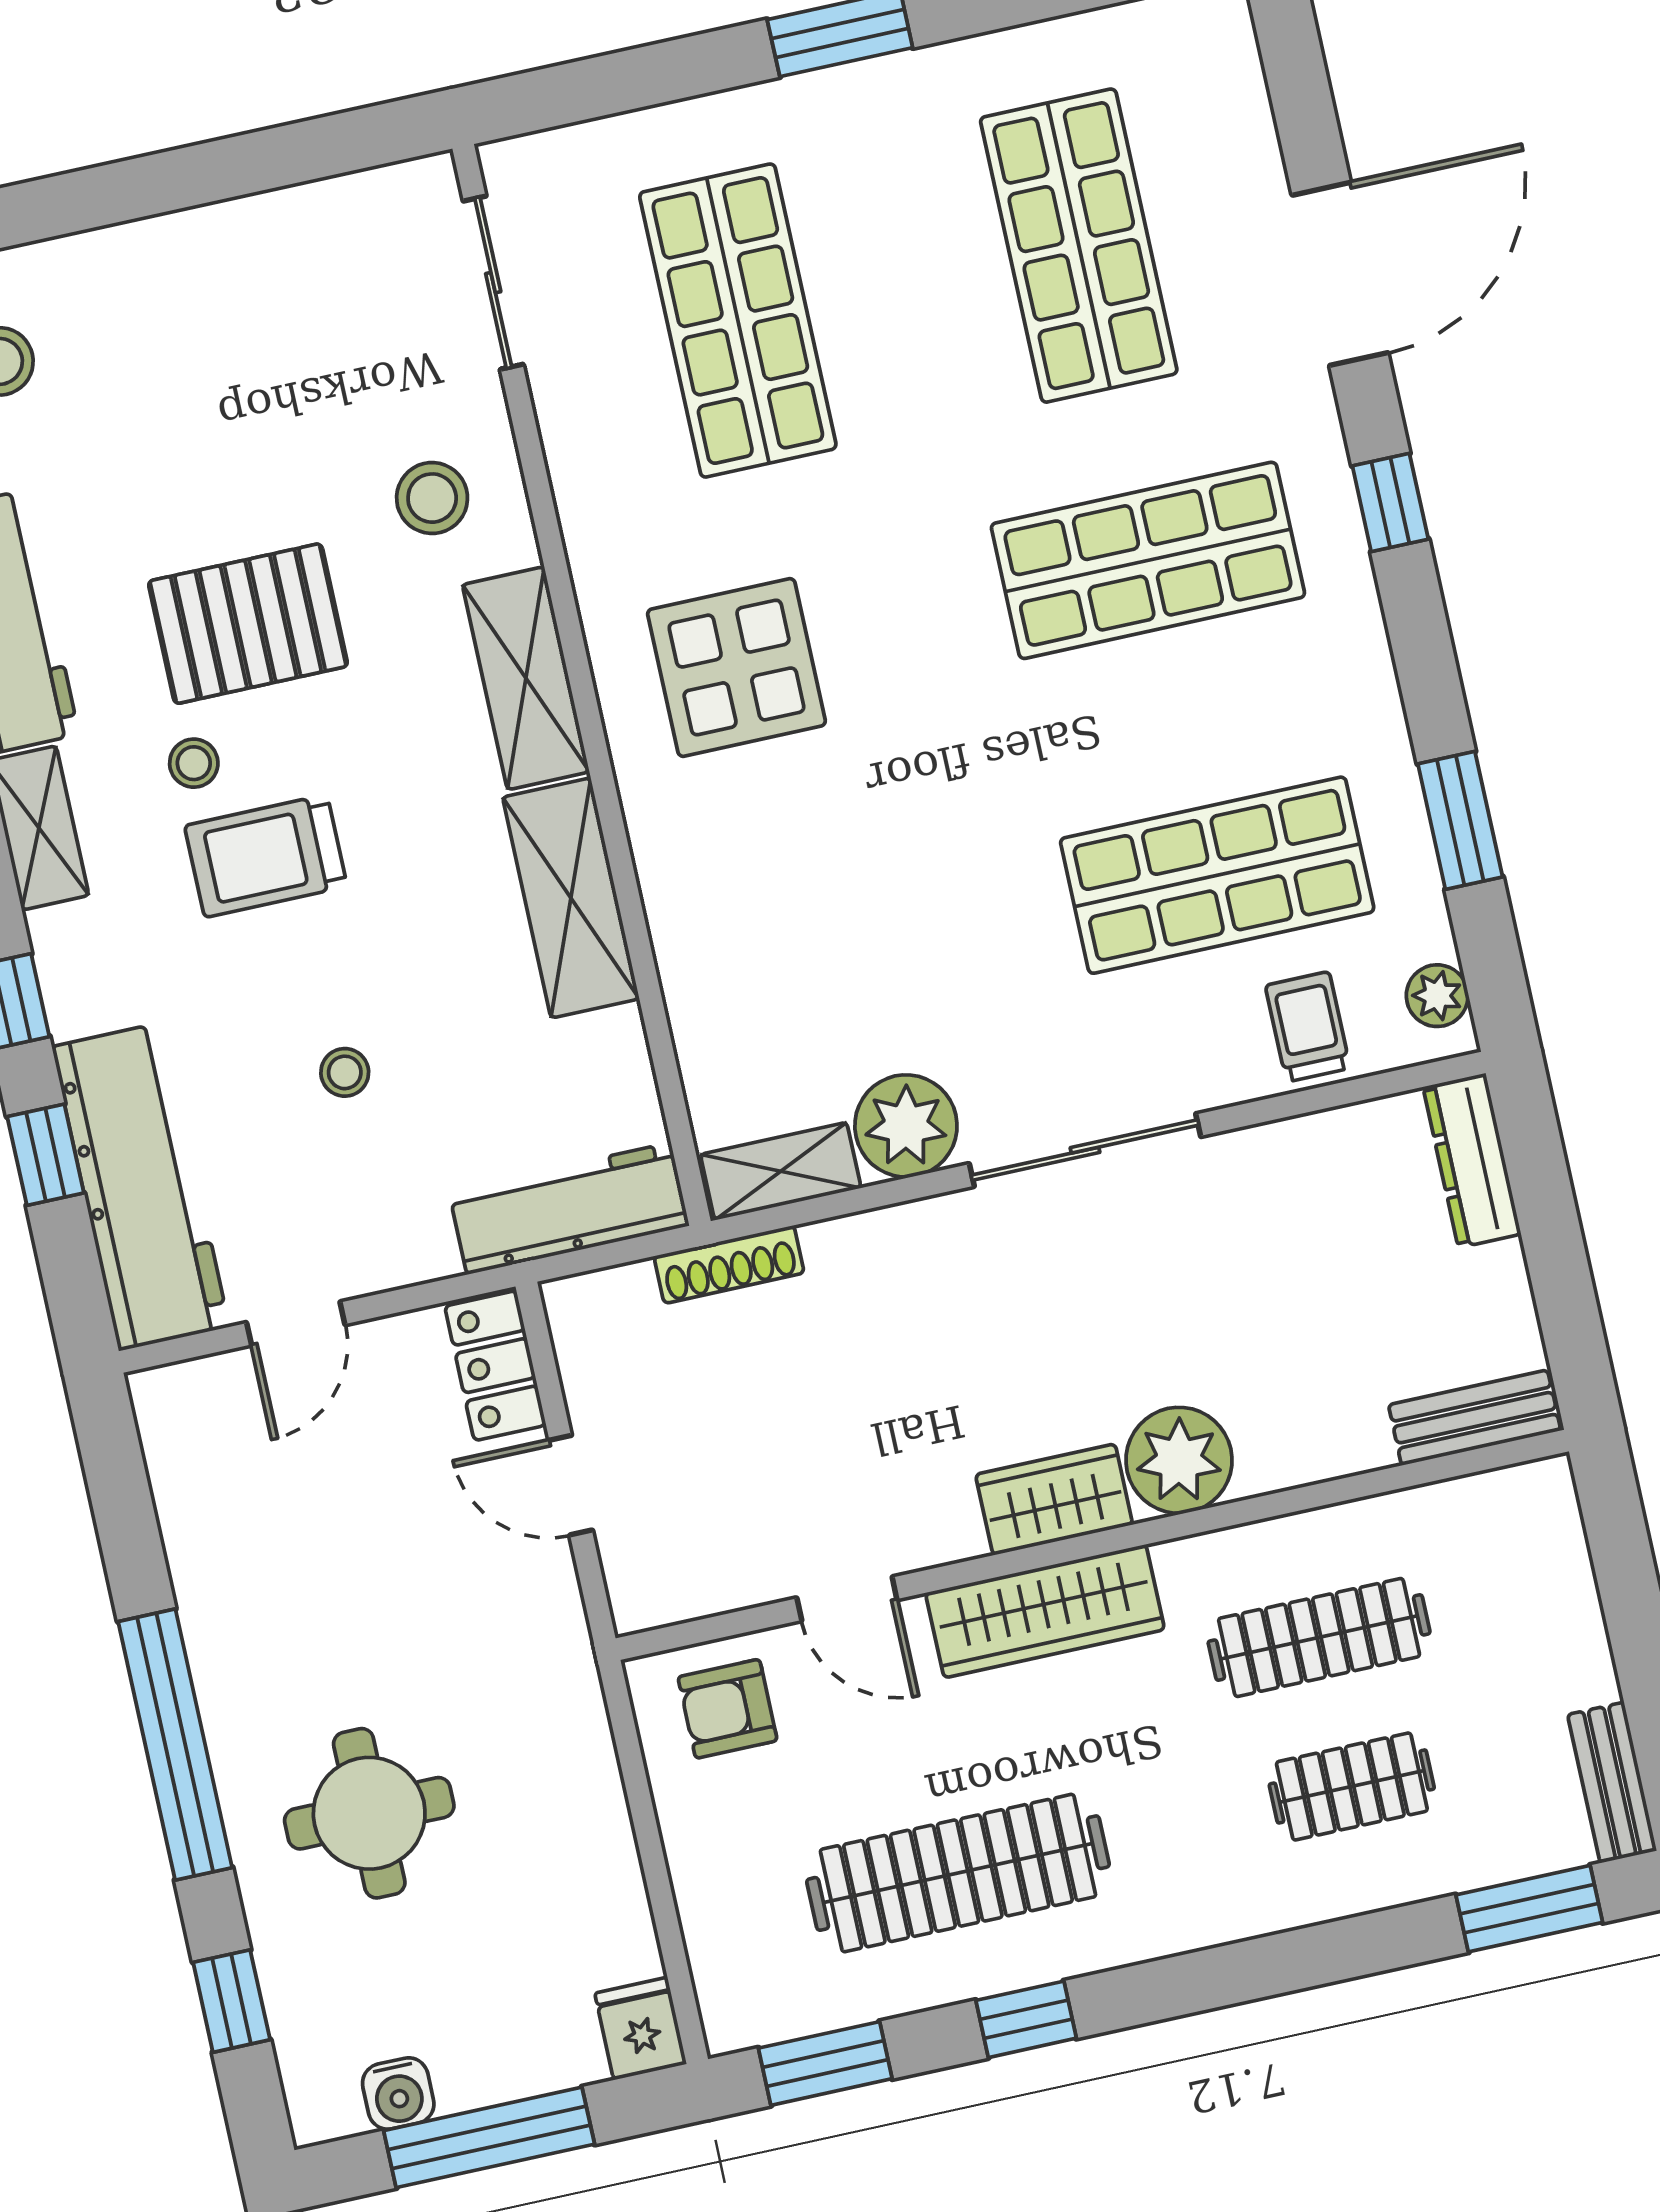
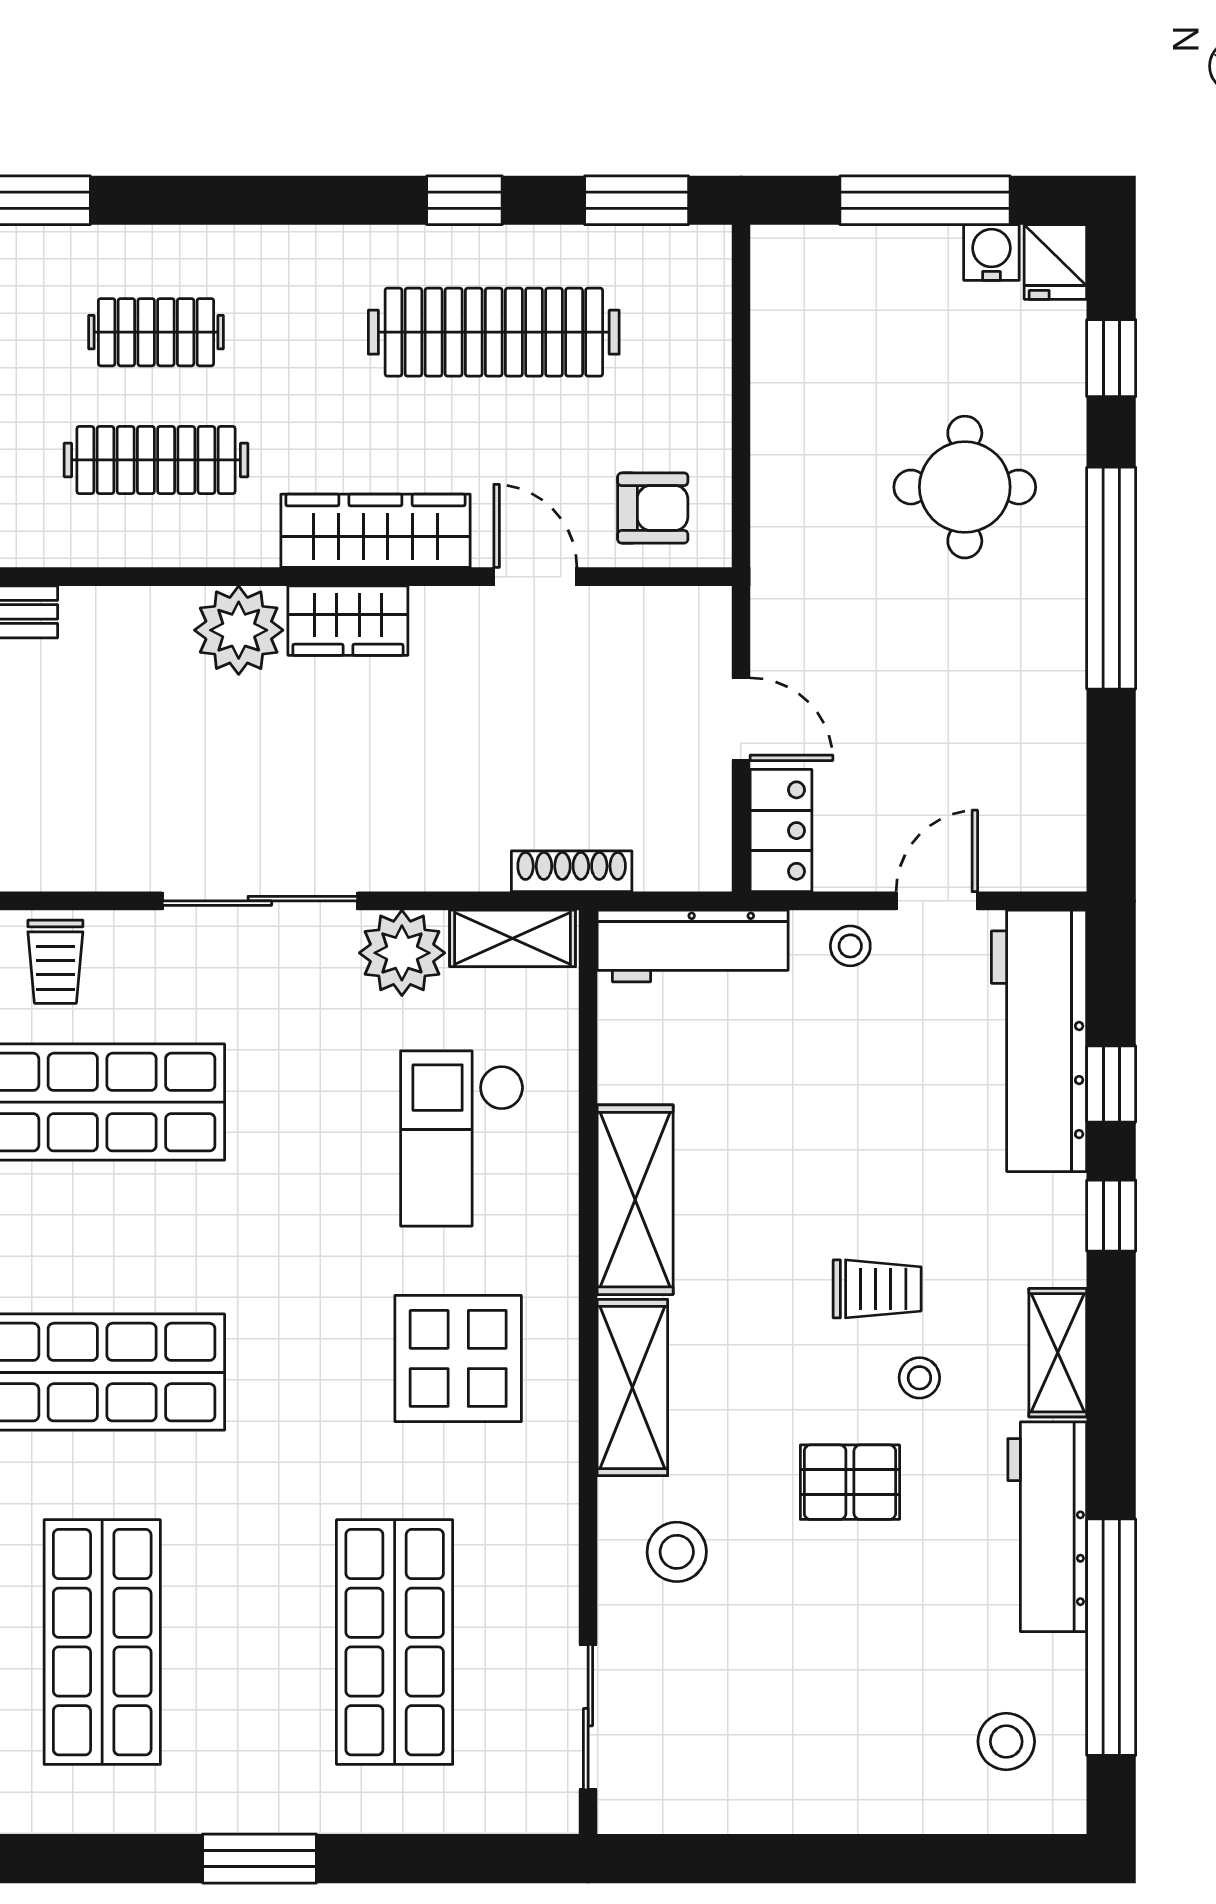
pallet: (248, 624) -> (850, 1482), width x0.67, depth x0.71
trolley: (266, 856) -> (877, 1289), width x0.73, depth x0.72
checkout: (788, 925) -> (462, 1138), added
stool: (345, 1072) -> (850, 946), moved
fridge: (641, 2029) -> (1055, 262), moved

